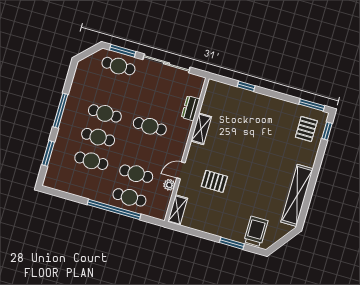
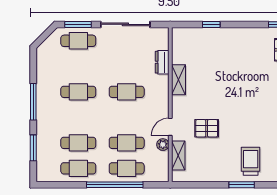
cafe table: (98, 137) -> (78, 168), moved
shelving: (178, 210) -> (178, 156), moved
trolley: (256, 231) -> (251, 161), moved

